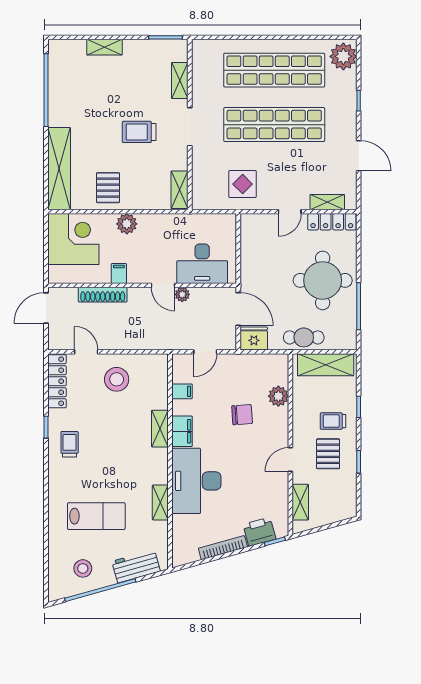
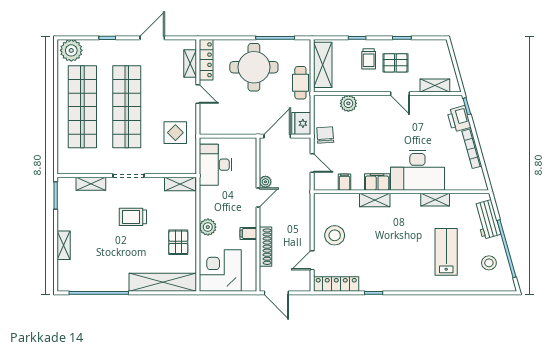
trolley: (139, 132) -> (133, 217), turned 90
pallet: (108, 188) -> (178, 242), turned 90
desk: (202, 264) -> (216, 165), moved, turned 180
chair: (242, 415) -> (325, 135), moved
trolley: (70, 444) -> (388, 274), removed

